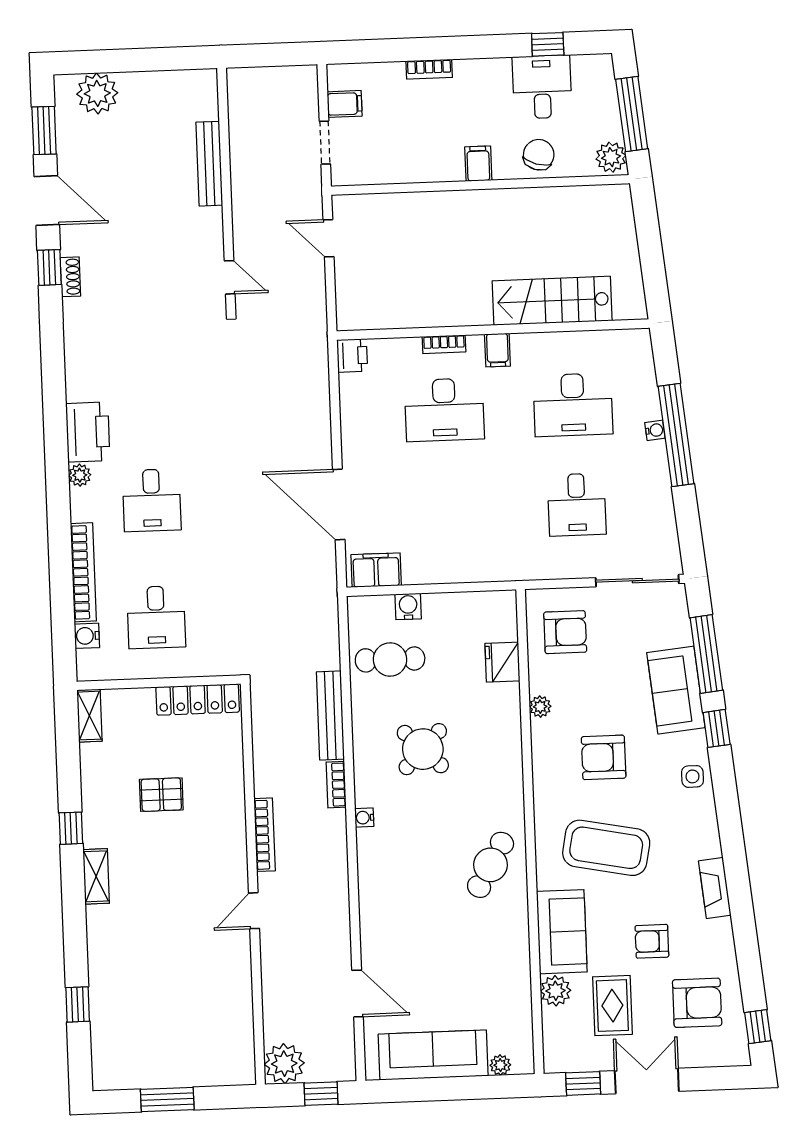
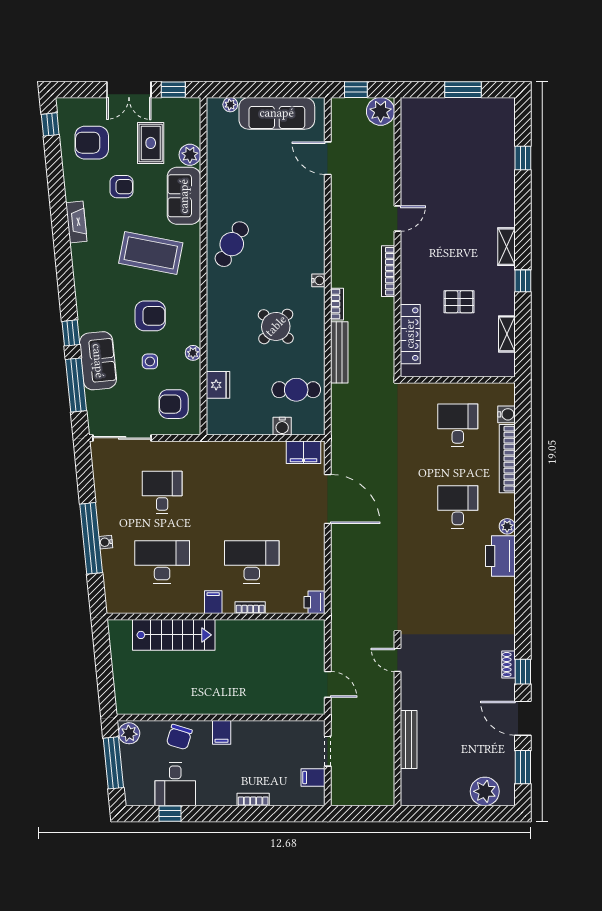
locker: (198, 700) -> (410, 334), moved, turned 90
shelving: (89, 716) -> (507, 334), moved
side table: (692, 776) -> (150, 361), moved

